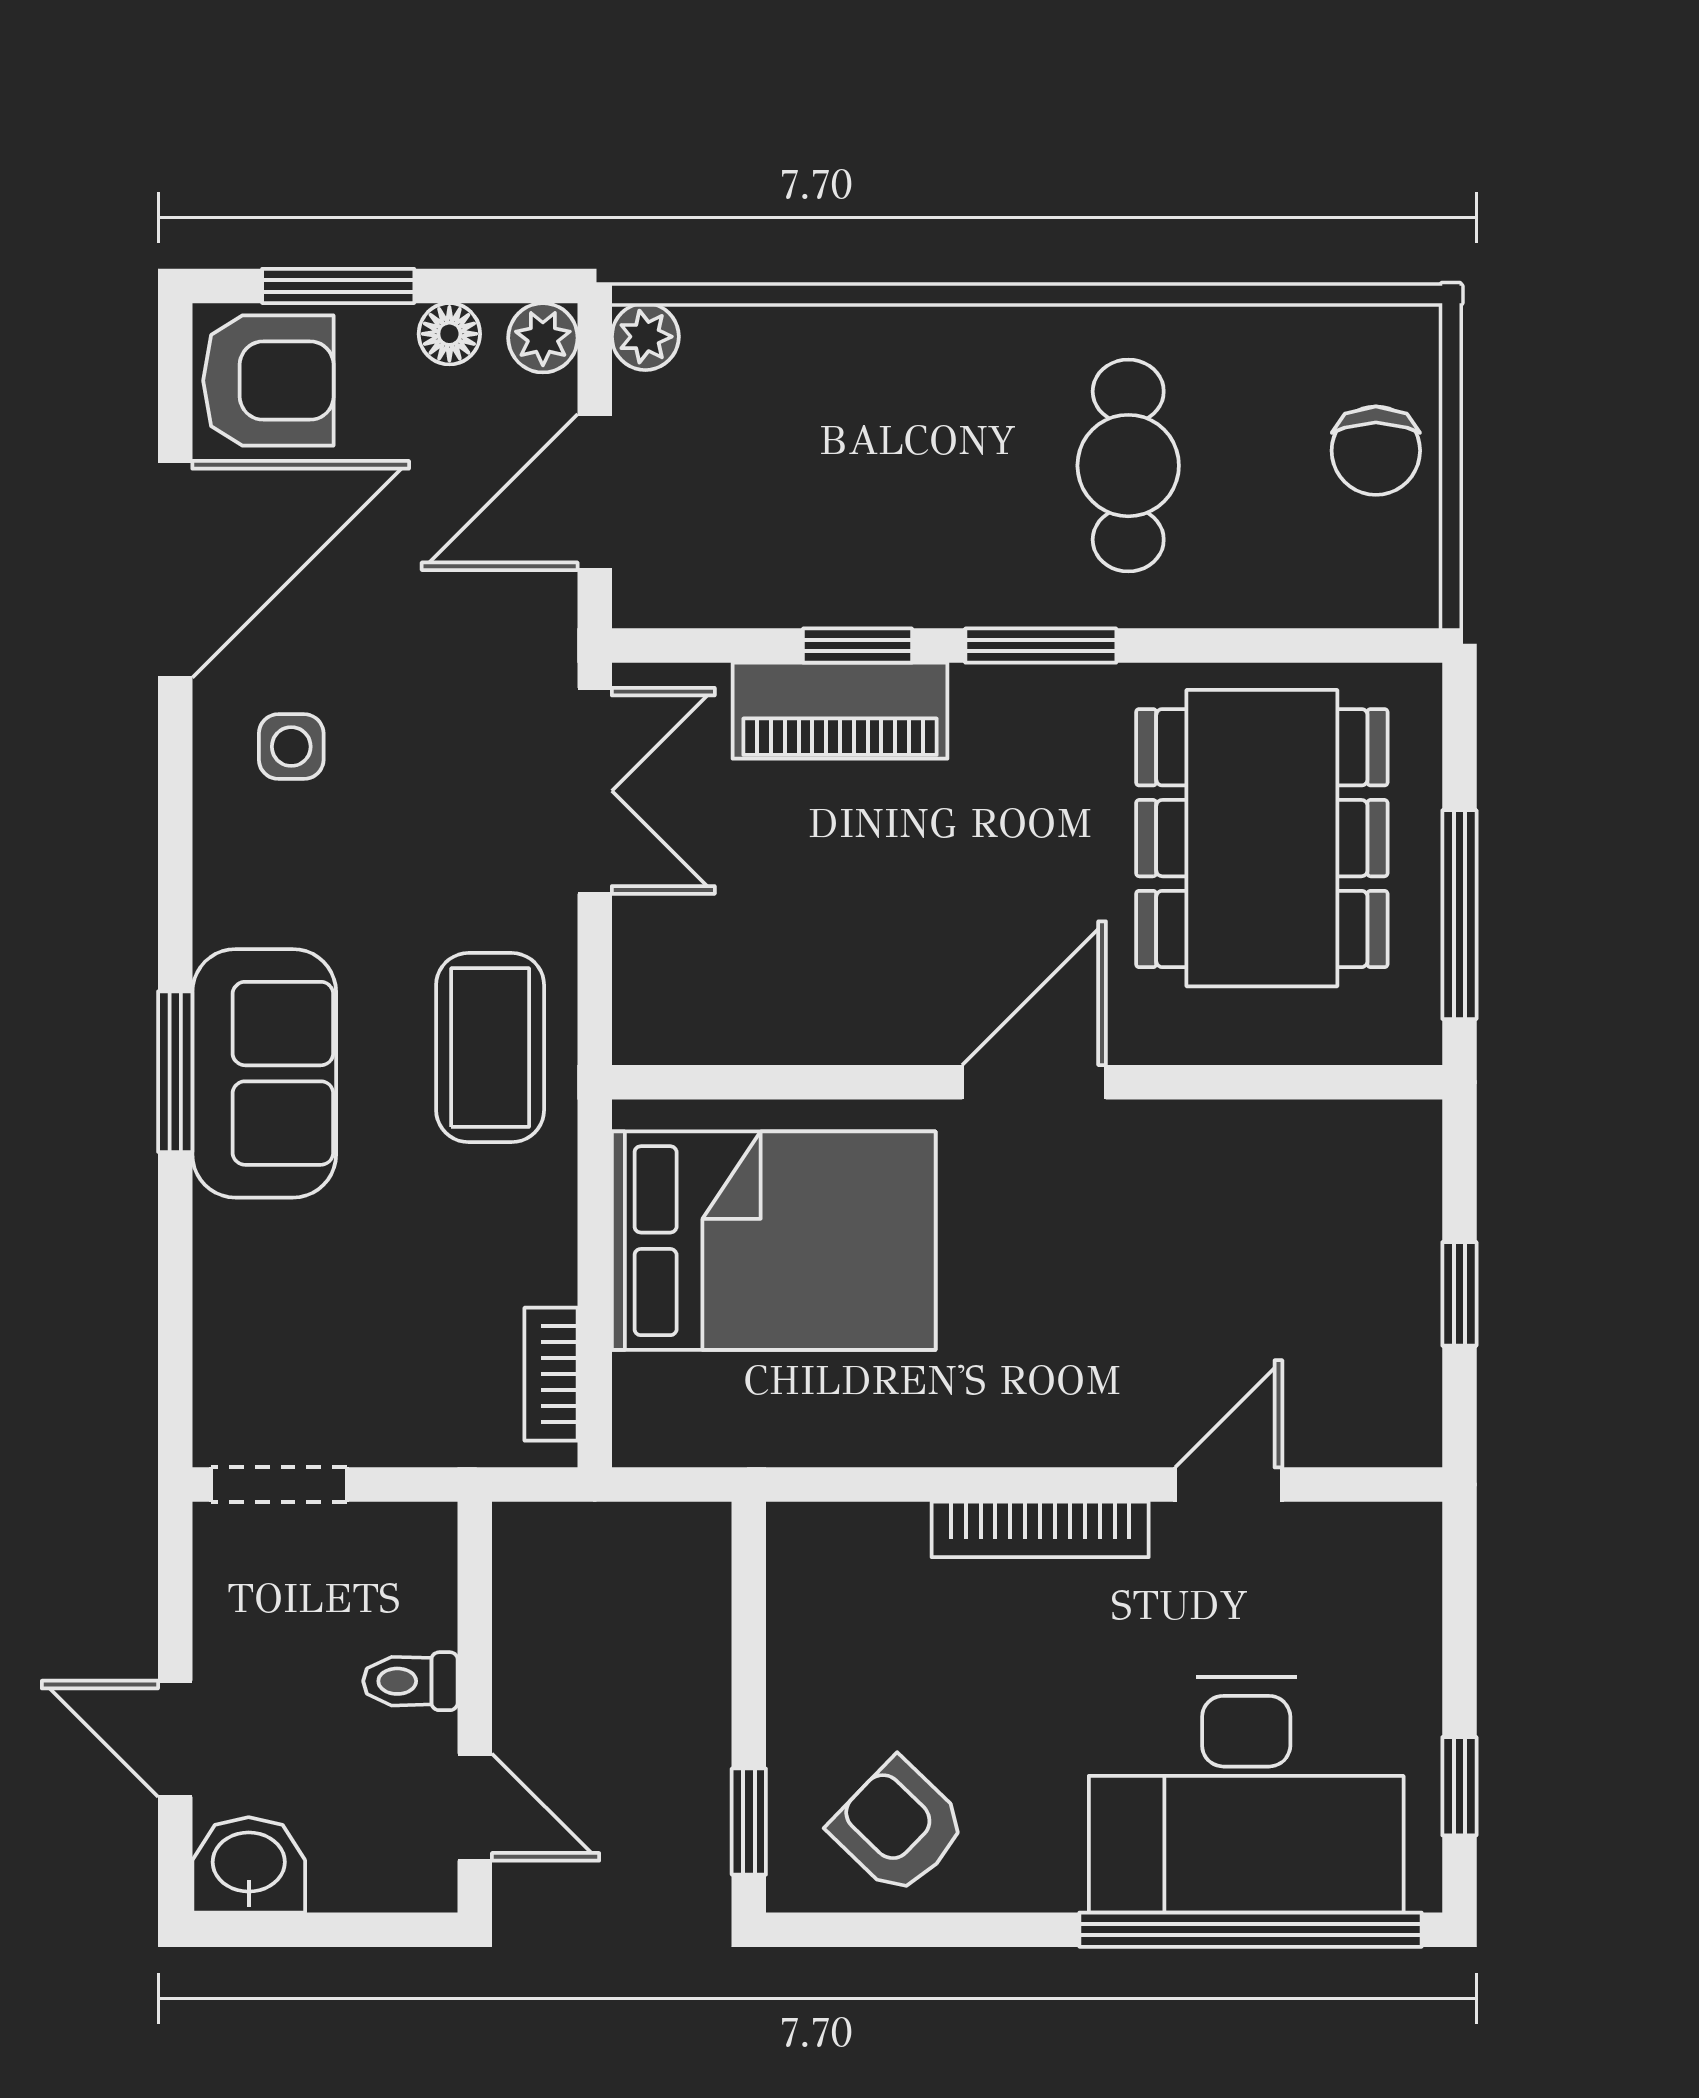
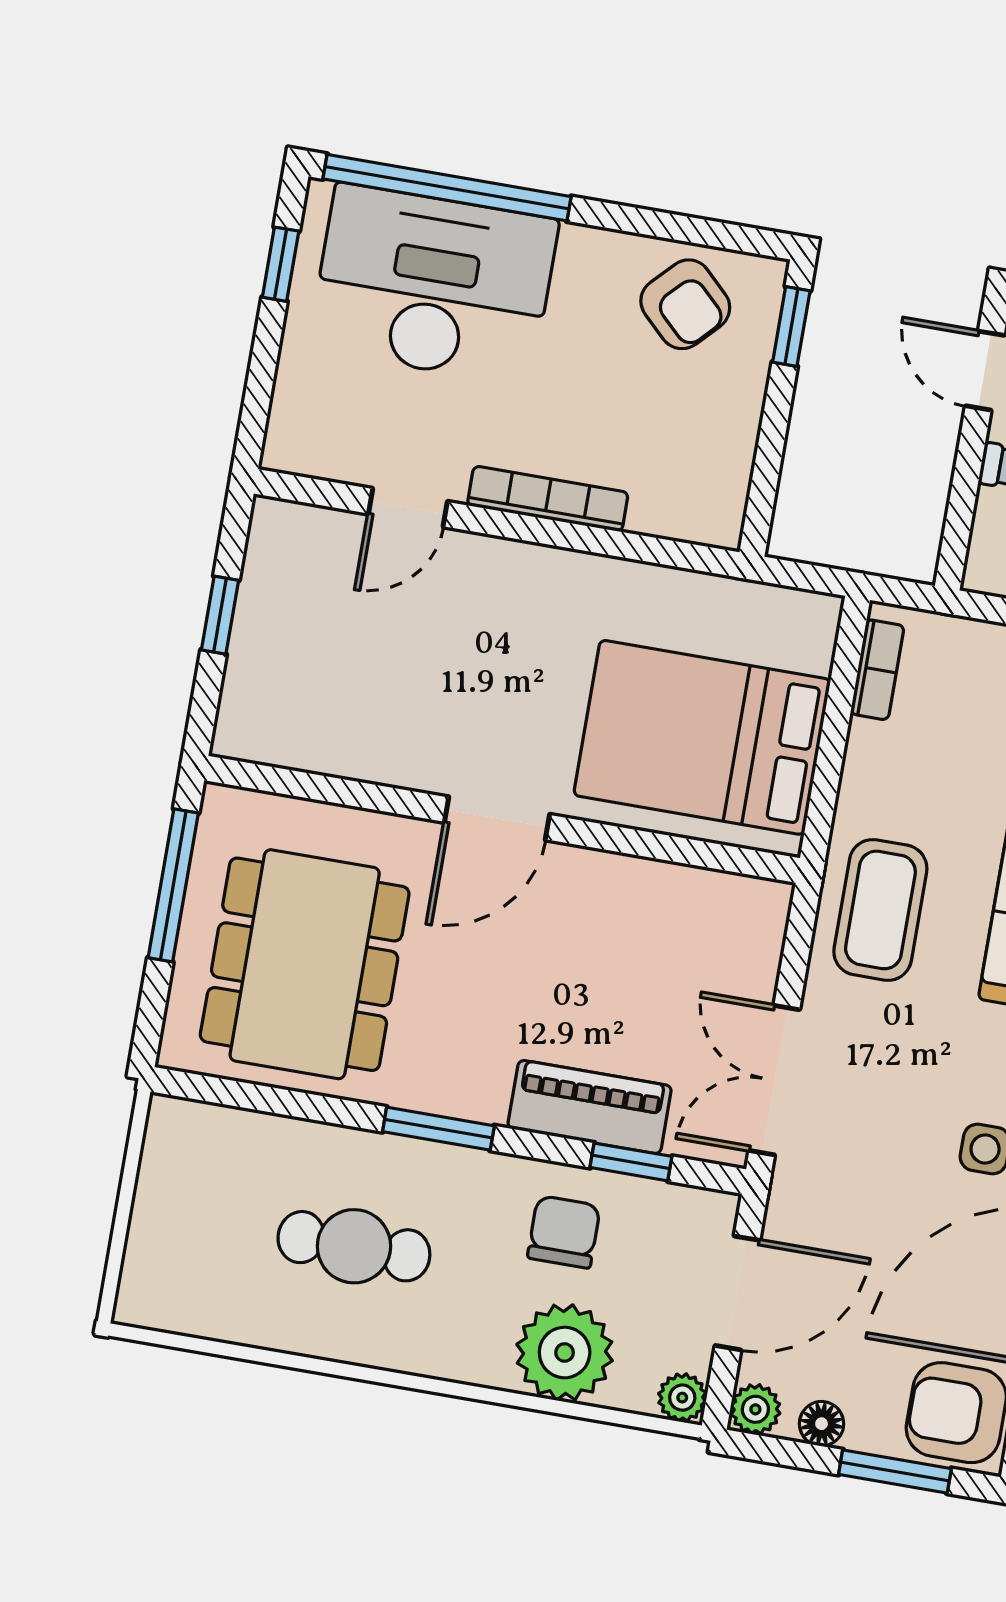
plant: (816, 370) -> (565, 1353), added
chair: (1376, 451) -> (564, 1232), moved
cafe table: (1128, 466) -> (354, 1246), turned 90
window: (857, 646) -> (631, 1162), moved

